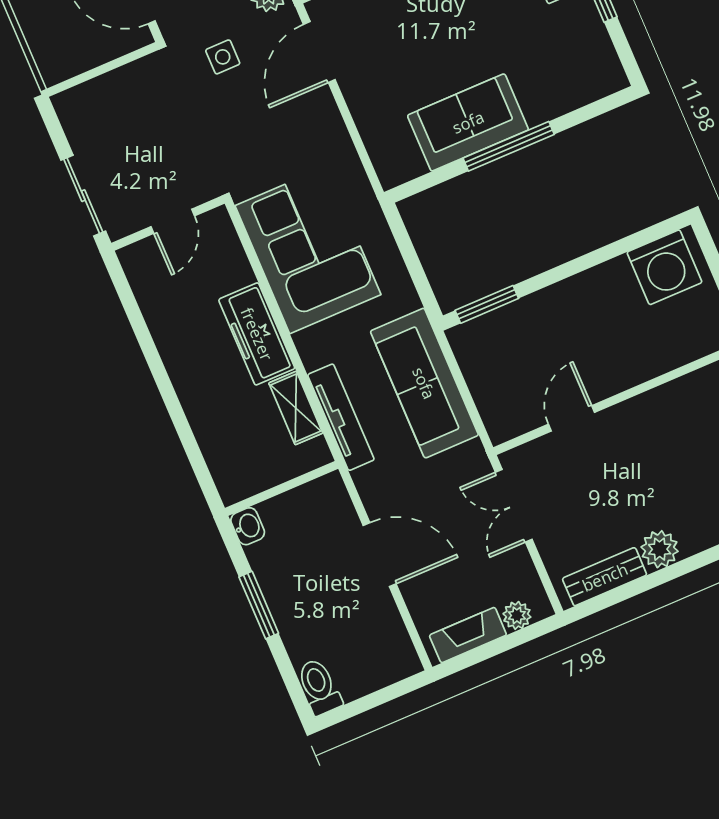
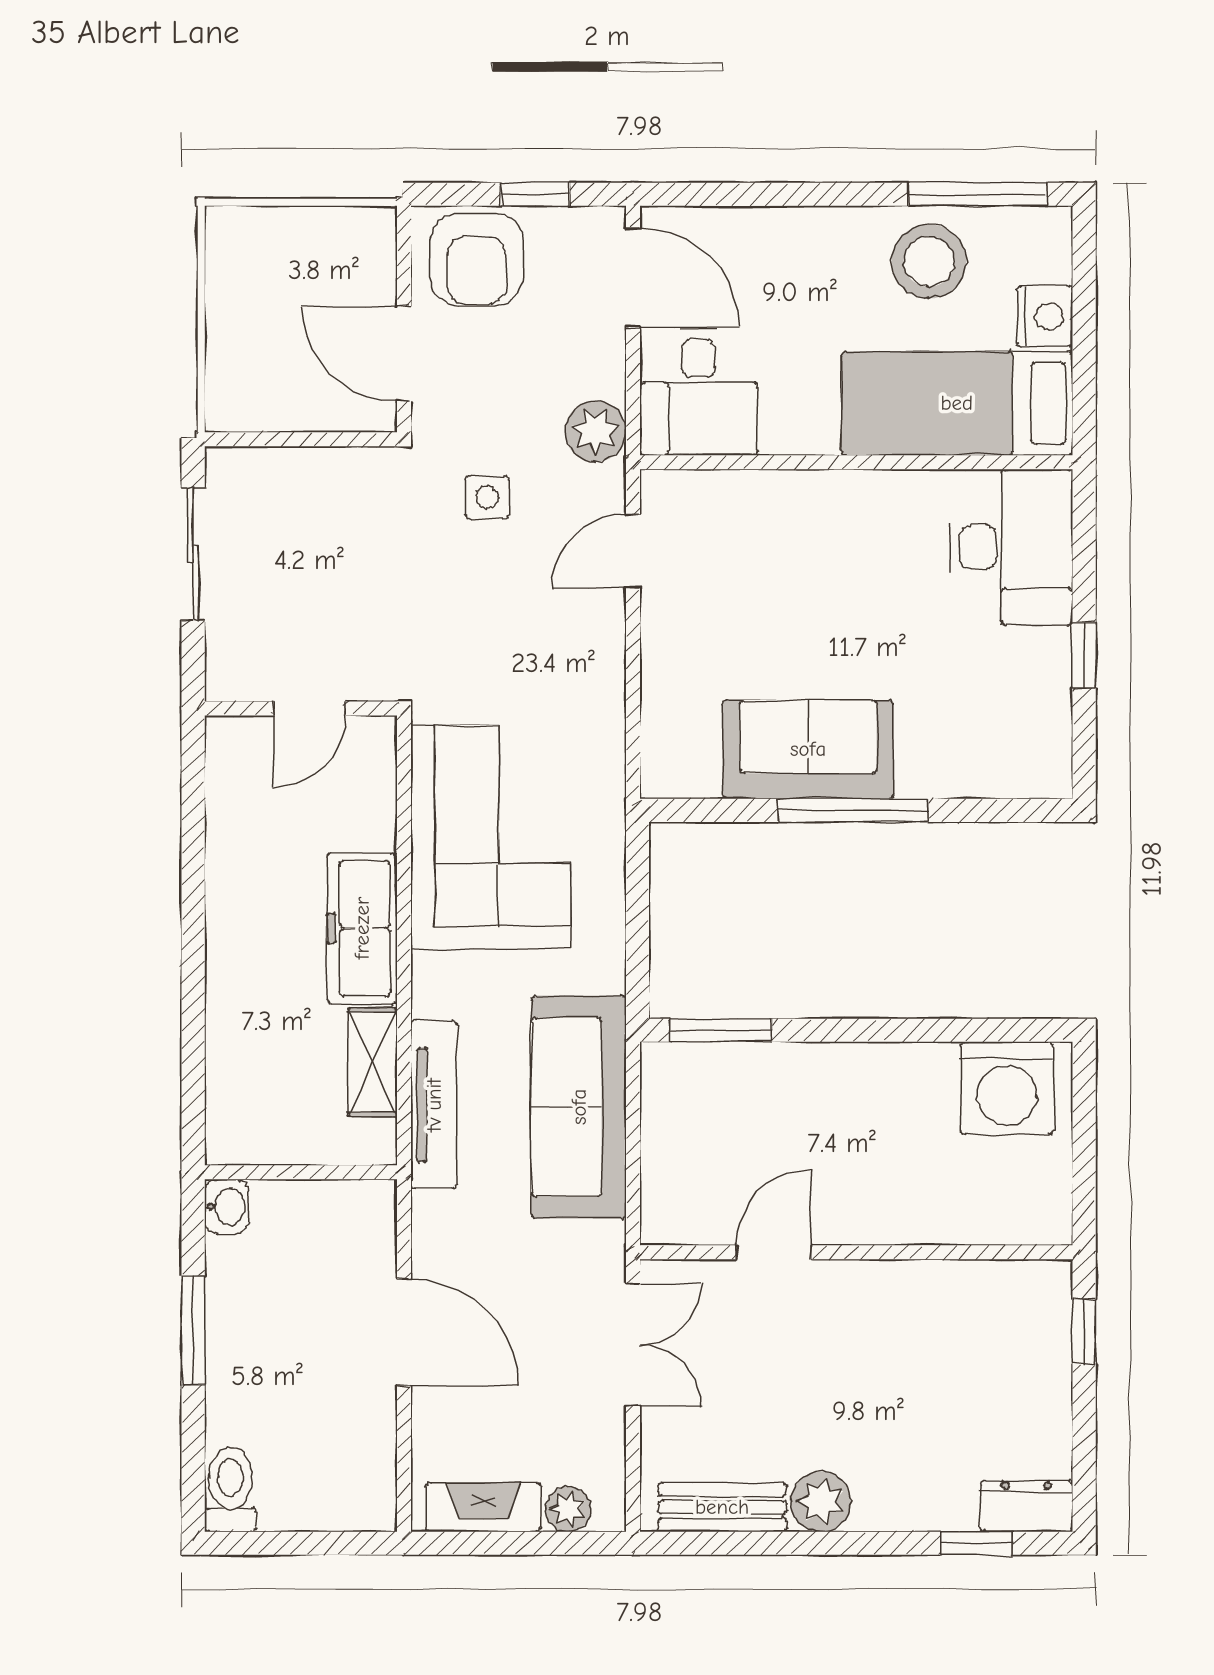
door: (319, 52) -> (633, 551), width x0.73
sliding door: (83, 196) -> (193, 554), moved
double door: (514, 506) -> (633, 1345), swing flipped

